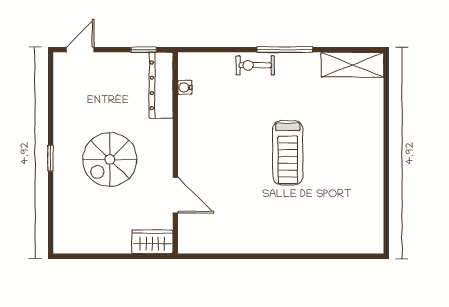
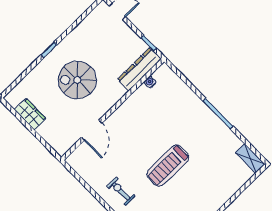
exercise bike: (255, 65) -> (121, 191), moved
shelving: (352, 65) -> (250, 158), width x0.67, depth x0.75
wardrobe: (152, 242) -> (30, 114), moved

